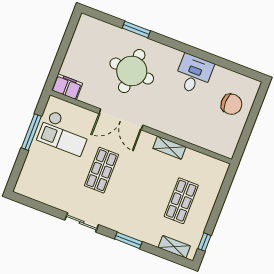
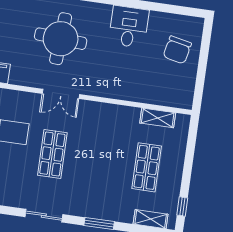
chair: (231, 104) -> (177, 50), turned 102
double door: (121, 119) -> (61, 94), width x0.73
shelving: (169, 148) -> (158, 118), moved

